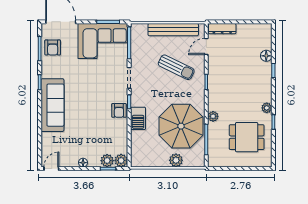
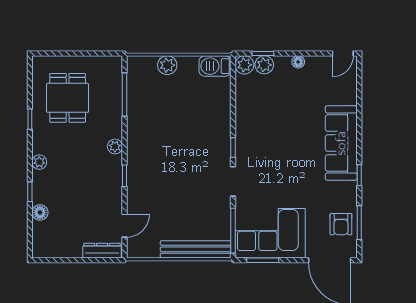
bench: (173, 30) -> (196, 249), moved
armchair: (53, 47) -> (341, 224), turned 180
sun lounger: (176, 67) -> (167, 196), removed
plant: (267, 108) -> (39, 162), moved
armchair: (119, 110) -> (247, 135), removed
plant: (213, 116) -> (115, 146), moved
barbecue: (138, 118) -> (215, 66), moved, turned -90
parasol: (181, 126) -> (160, 113), removed
dining table: (247, 137) -> (68, 98), turned 90

